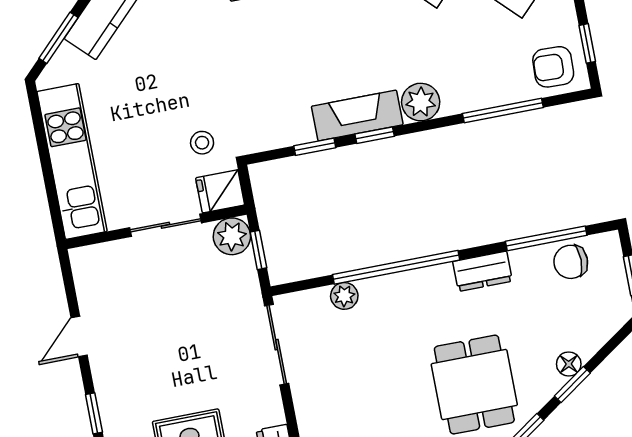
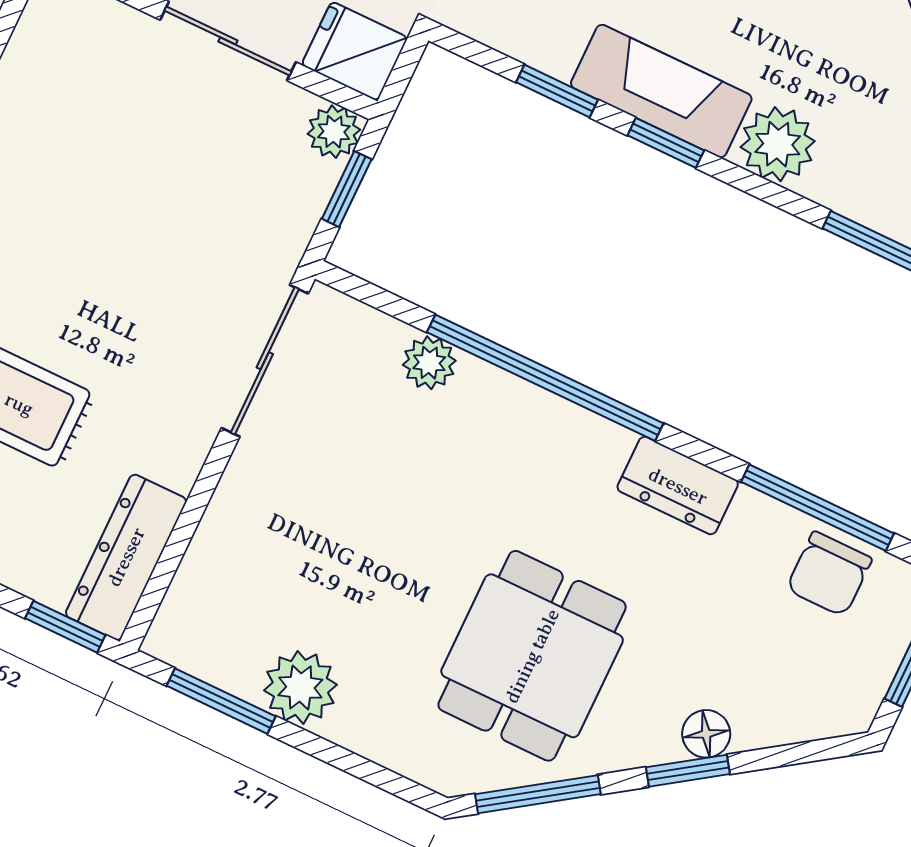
plant: (232, 236) -> (334, 132), width x0.73, depth x0.73
chair: (571, 262) -> (829, 574), turned -90

